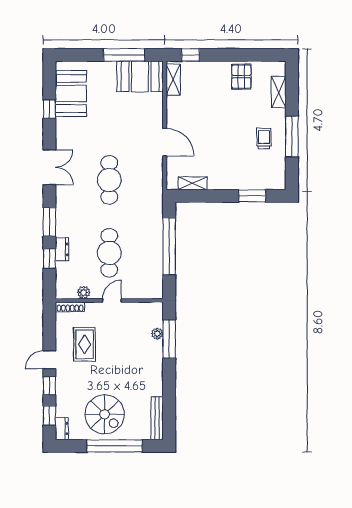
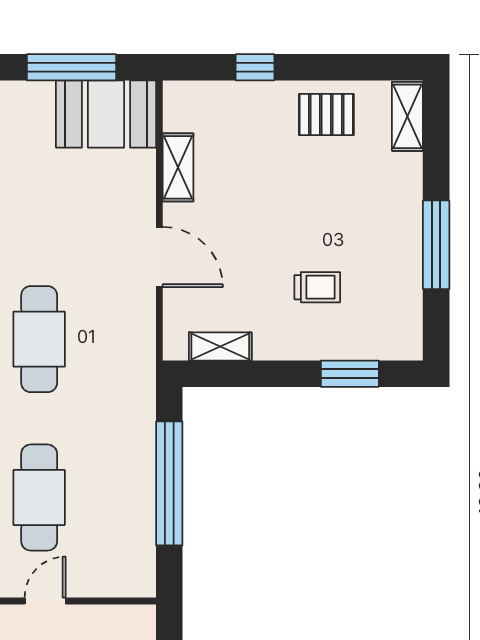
window: (190, 55) -> (255, 67), moved
pallet: (241, 77) -> (326, 115), turned 90
shelving: (173, 80) -> (178, 167), moved
shelving: (279, 92) -> (407, 116), moved
trolley: (264, 139) -> (317, 287), moved, turned 90

